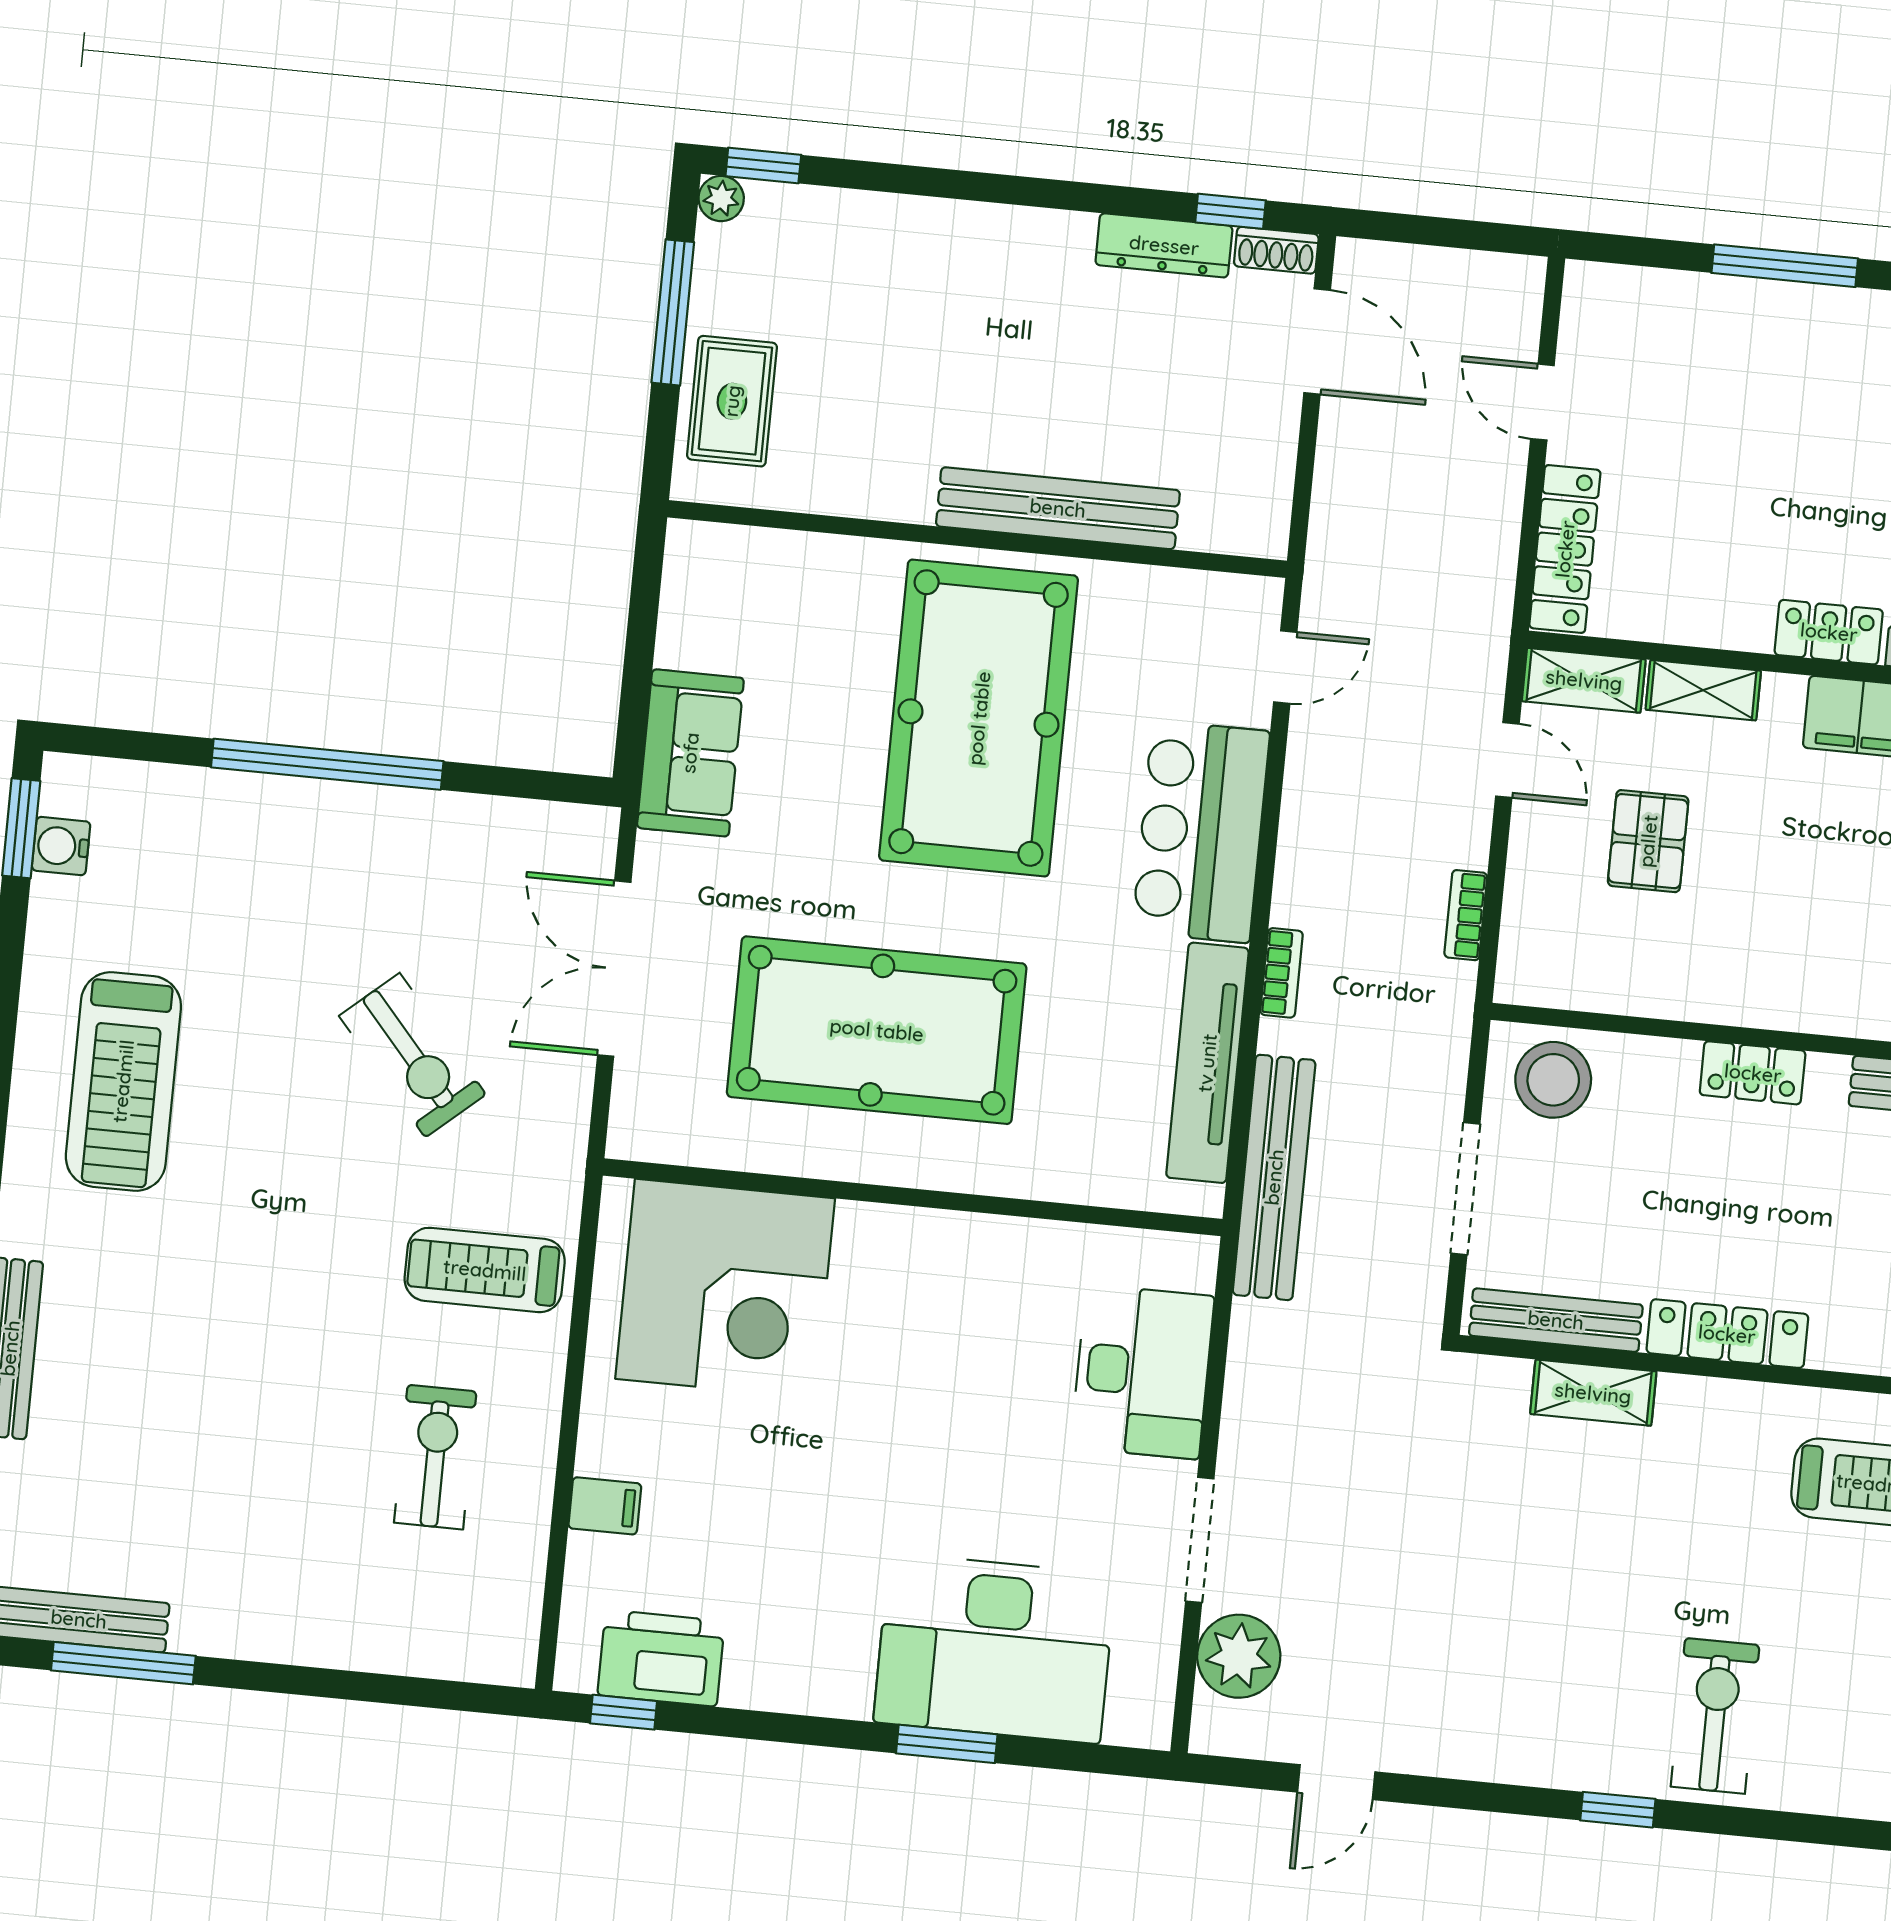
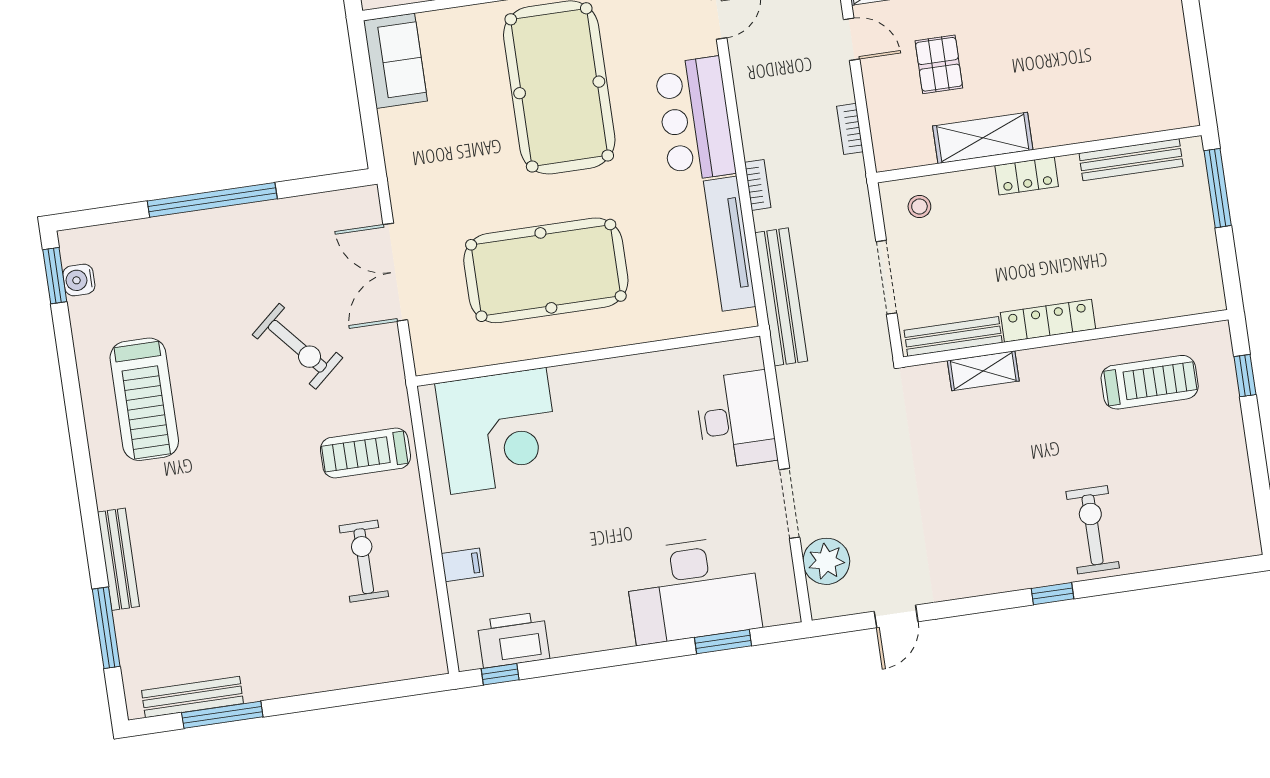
sofa: (690, 753) -> (395, 61), moved
shelving: (1693, 988) -> (983, 138), added
stool: (1553, 1080) -> (919, 206), width x0.53, depth x0.53
window: (947, 1744) -> (723, 642), moved

